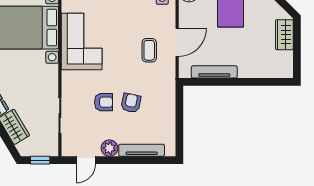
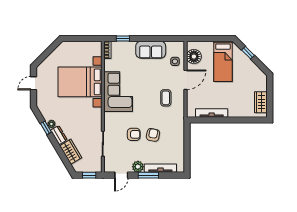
wardrobe: (284, 35) -> (261, 102), moved
door: (177, 42) -> (186, 80), moved
window: (124, 160) -> (148, 175), added

